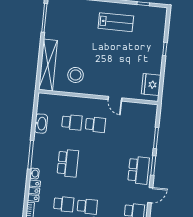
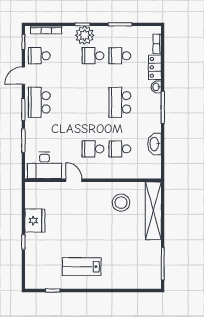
fridge: (151, 85) -> (35, 221), moved
desk: (140, 114) -> (45, 165), added

